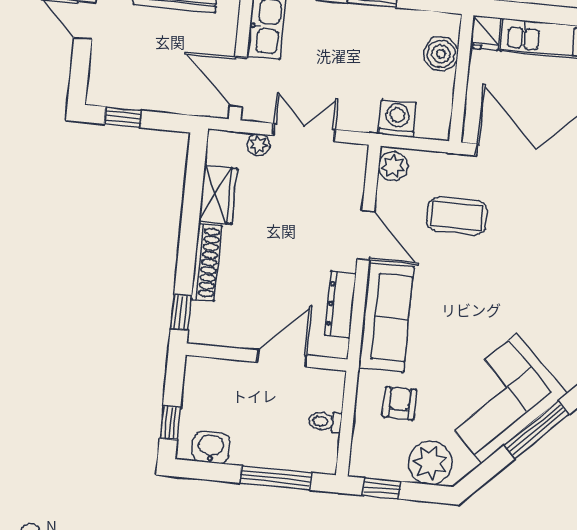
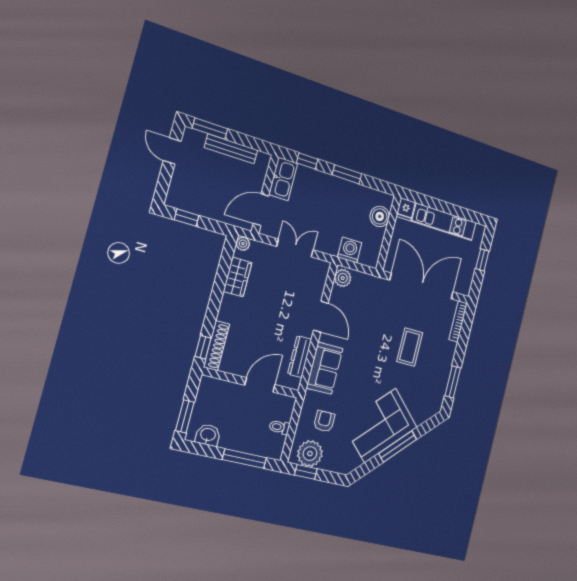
door: (238, 82) -> (261, 210), hinge flipped
plant: (258, 145) -> (243, 244), moved
coffee table: (457, 216) -> (410, 347), moved, turned 90
shoe rack: (206, 262) -> (217, 346), moved
sofa: (386, 317) -> (325, 368), width x0.73
window: (170, 423) -> (185, 416), width x1.50
plant: (430, 463) -> (310, 454), moved

